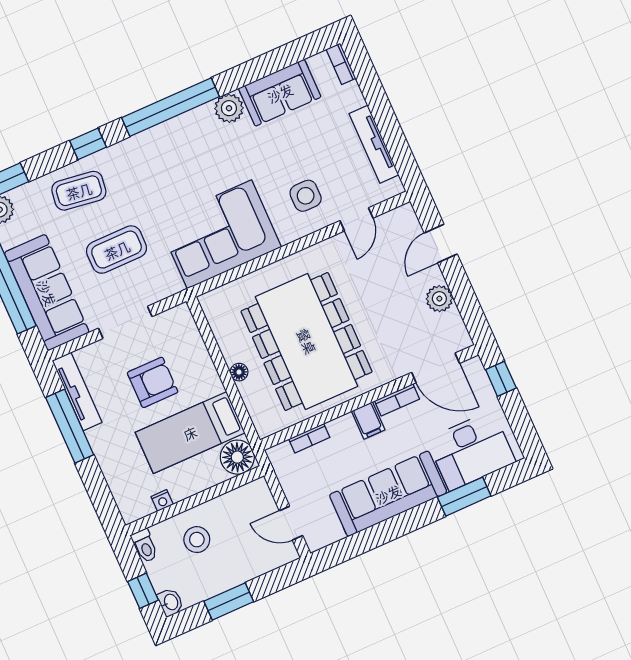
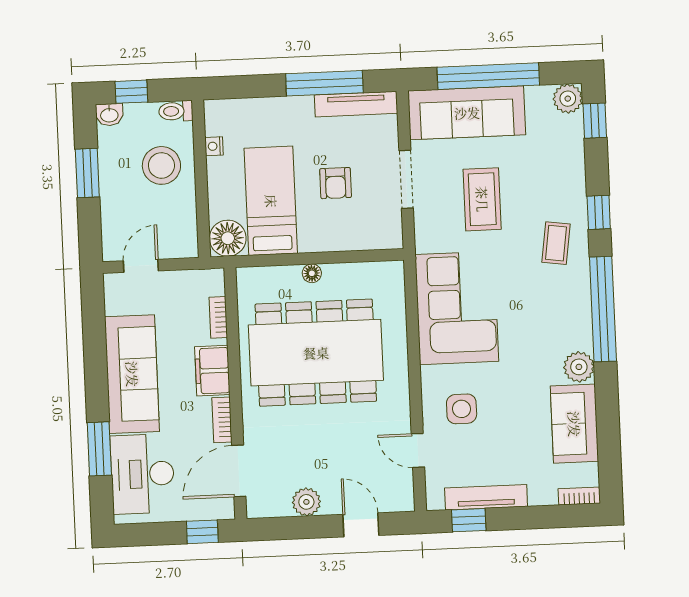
window: (400, 151) -> (469, 520), added
coffee table: (79, 191) -> (556, 243), moved, width x0.73, depth x0.77
armchair: (153, 382) -> (336, 183), width x0.72, depth x0.72
filing cabinet: (368, 420) -> (212, 371), width x2.00
stool: (197, 540) -> (161, 165), width x1.38, depth x1.38

